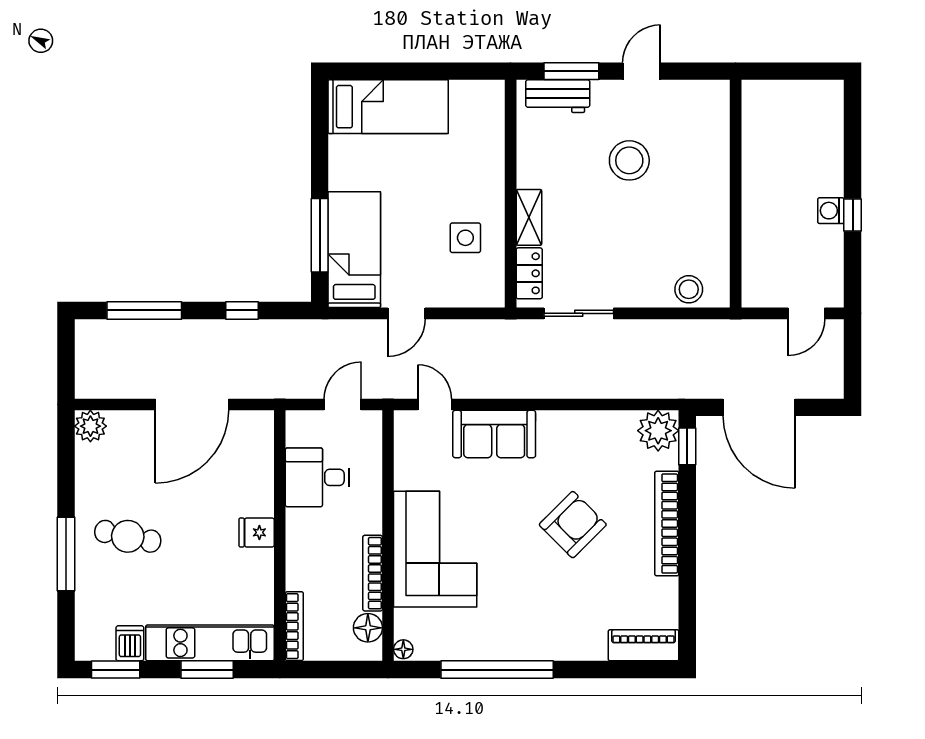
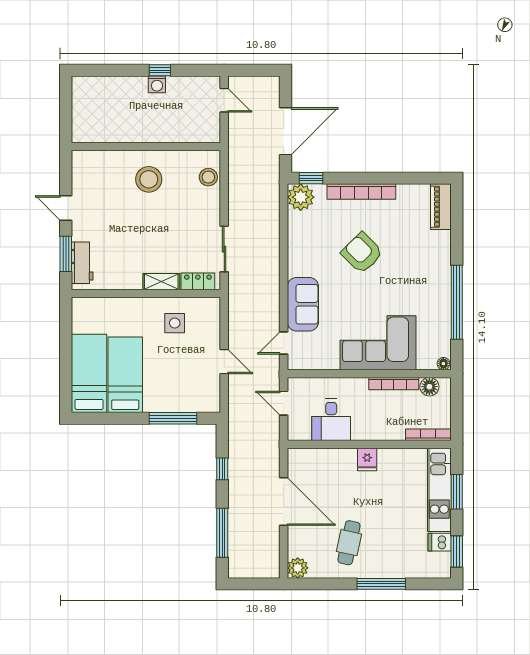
stool: (629, 160) -> (149, 179), moved
bed: (354, 250) -> (125, 375), moved, turned 90
cafe table: (128, 536) -> (349, 543), moved

